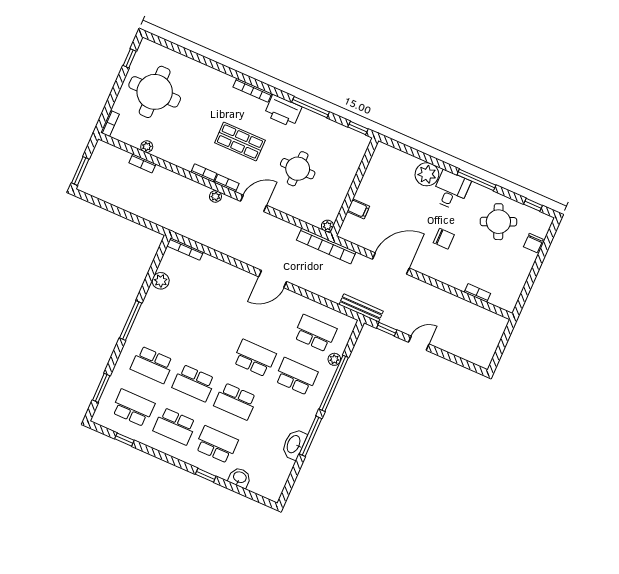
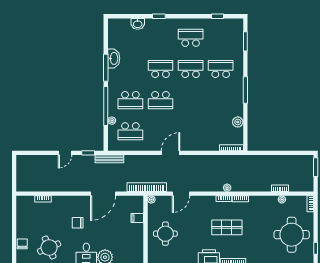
round table: (298, 169) -> (165, 234), moved
door: (254, 203) -> (181, 194), moved
school desk: (133, 408) -> (221, 38), removed
school desk: (217, 445) -> (161, 38), removed

